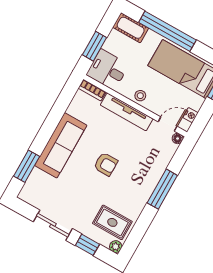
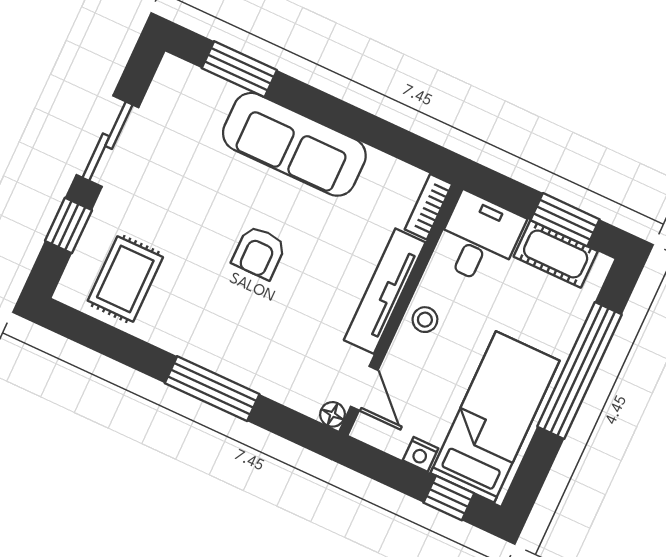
cot: (131, 28) -> (556, 254), moved, turned 90
window: (95, 46) -> (565, 220), moved
nightstand: (190, 115) -> (421, 454), moved
plant: (116, 247) -> (70, 291), removed

